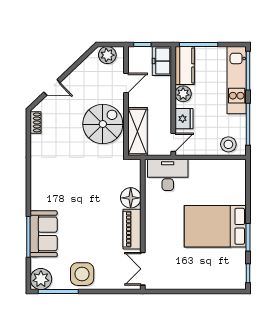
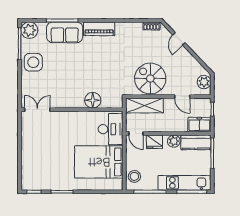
spiral stairs: (103, 124) -> (150, 78), turned 180
bed: (215, 226) -> (99, 162), moved, turned -90
piano: (132, 229) -> (99, 29), moved, turned 180

